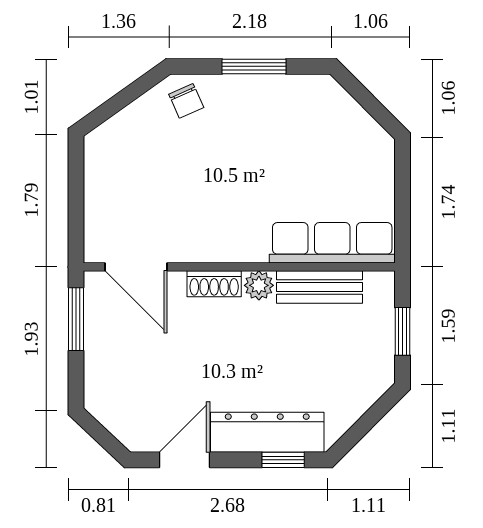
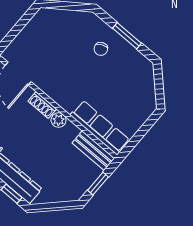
chair: (186, 101) -> (101, 49), moved
bench: (320, 287) -> (93, 151), moved

